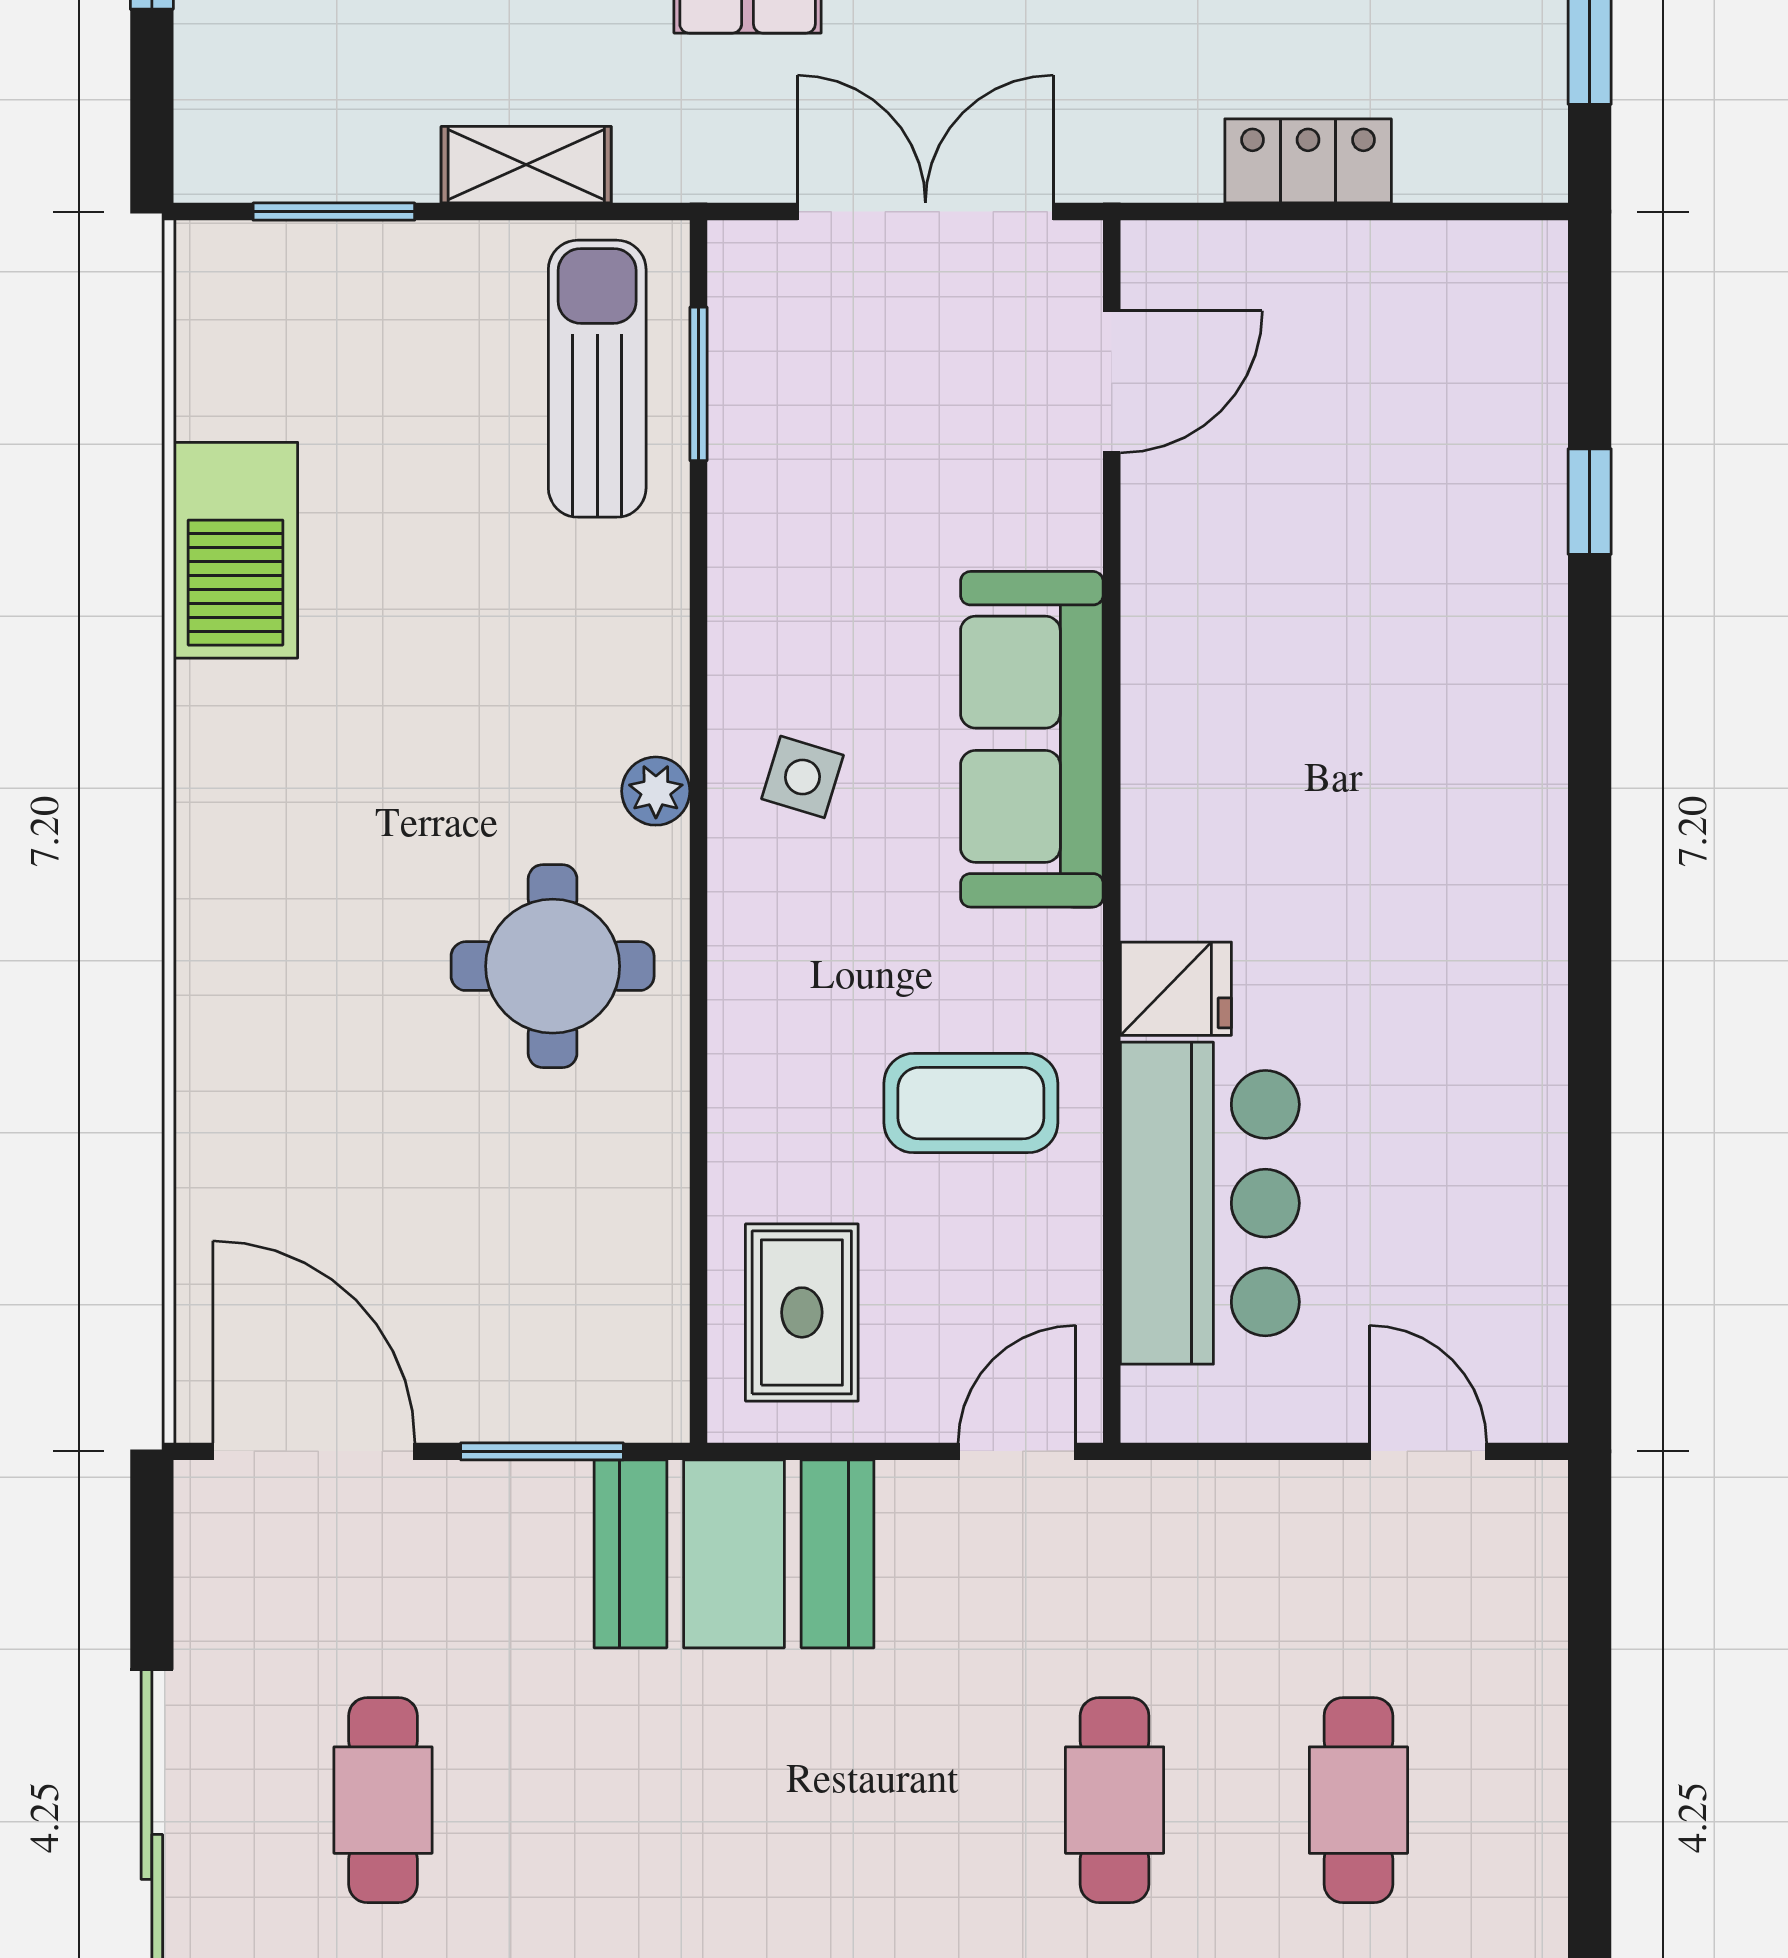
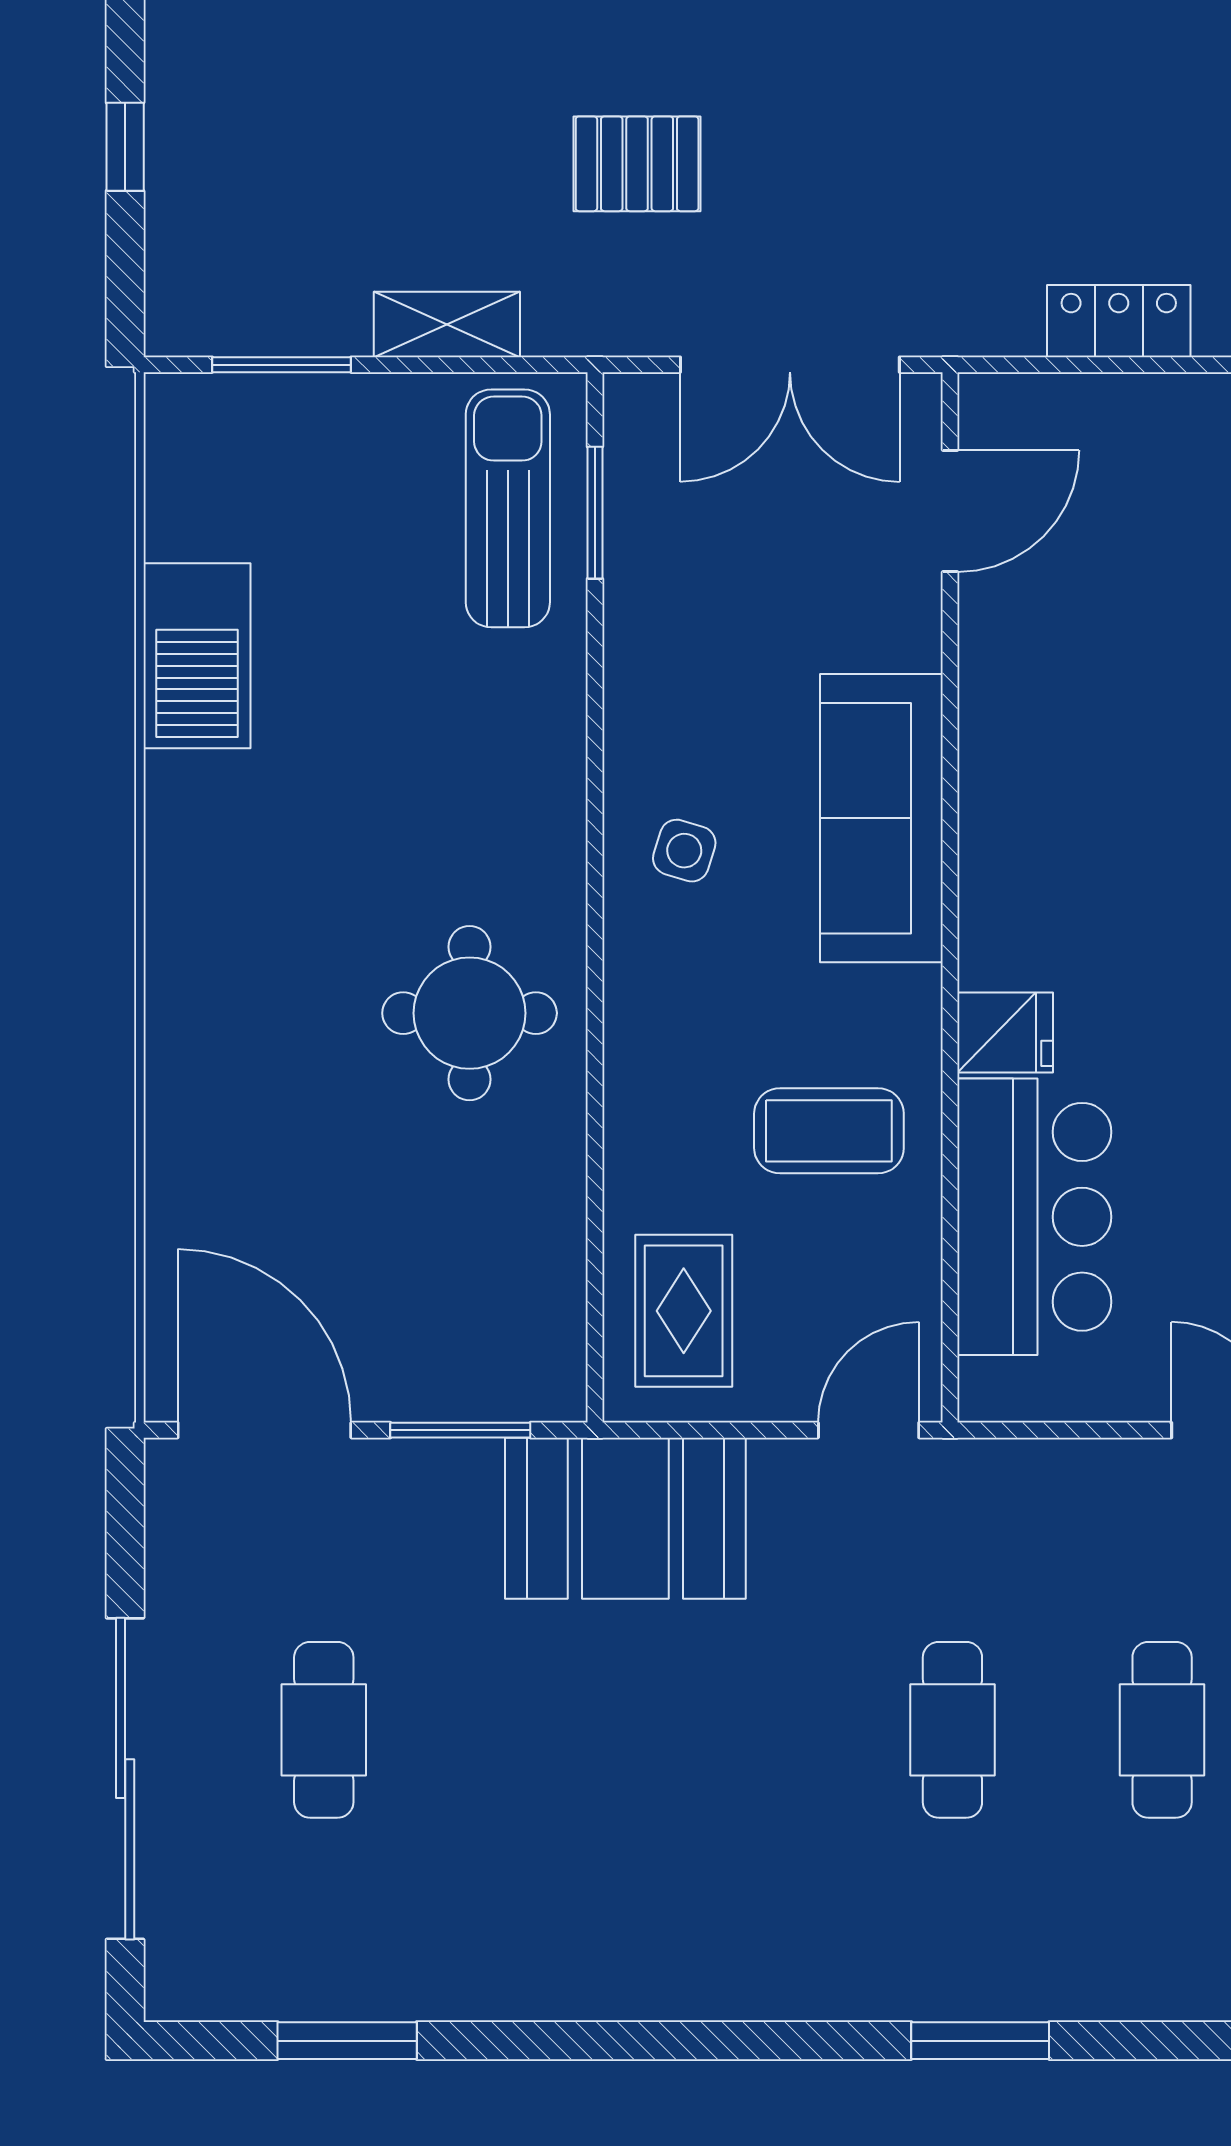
double door: (925, 212) -> (790, 365), swing flipped
plant: (656, 791) -> (558, 863), removed

